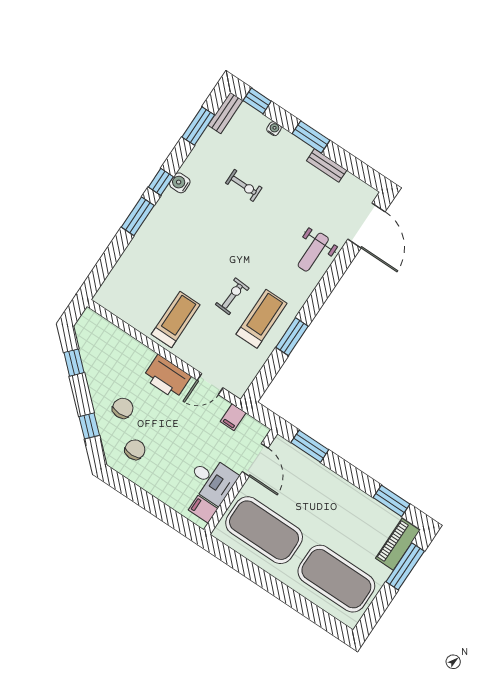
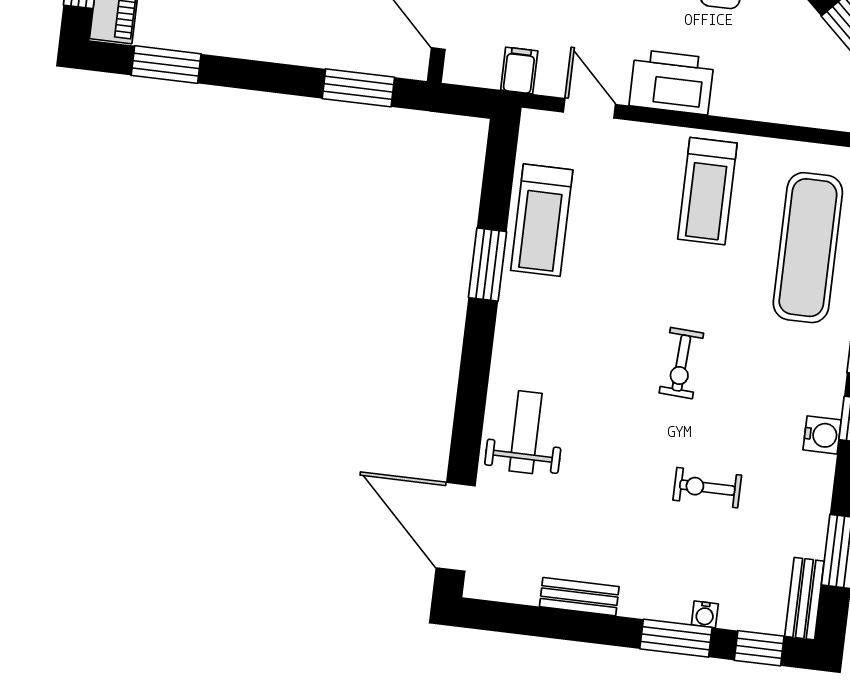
window: (311, 137) -> (676, 638), moved
exercise mat: (143, 271) -> (808, 248), added
exercise bike: (232, 296) -> (681, 363), moved
treadmill: (262, 319) -> (542, 220), moved
door: (210, 384) -> (589, 108), hinge flipped

